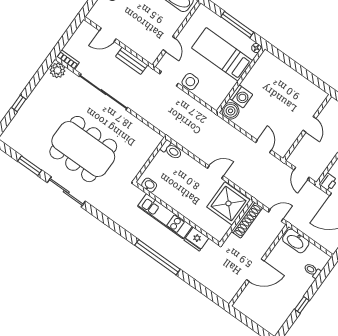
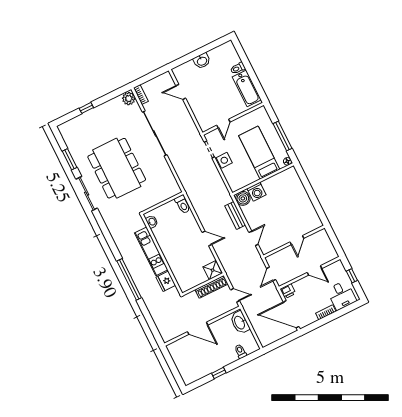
bench: (131, 61) -> (235, 215), moved
shower: (228, 203) -> (213, 270), width x0.54, depth x0.54

